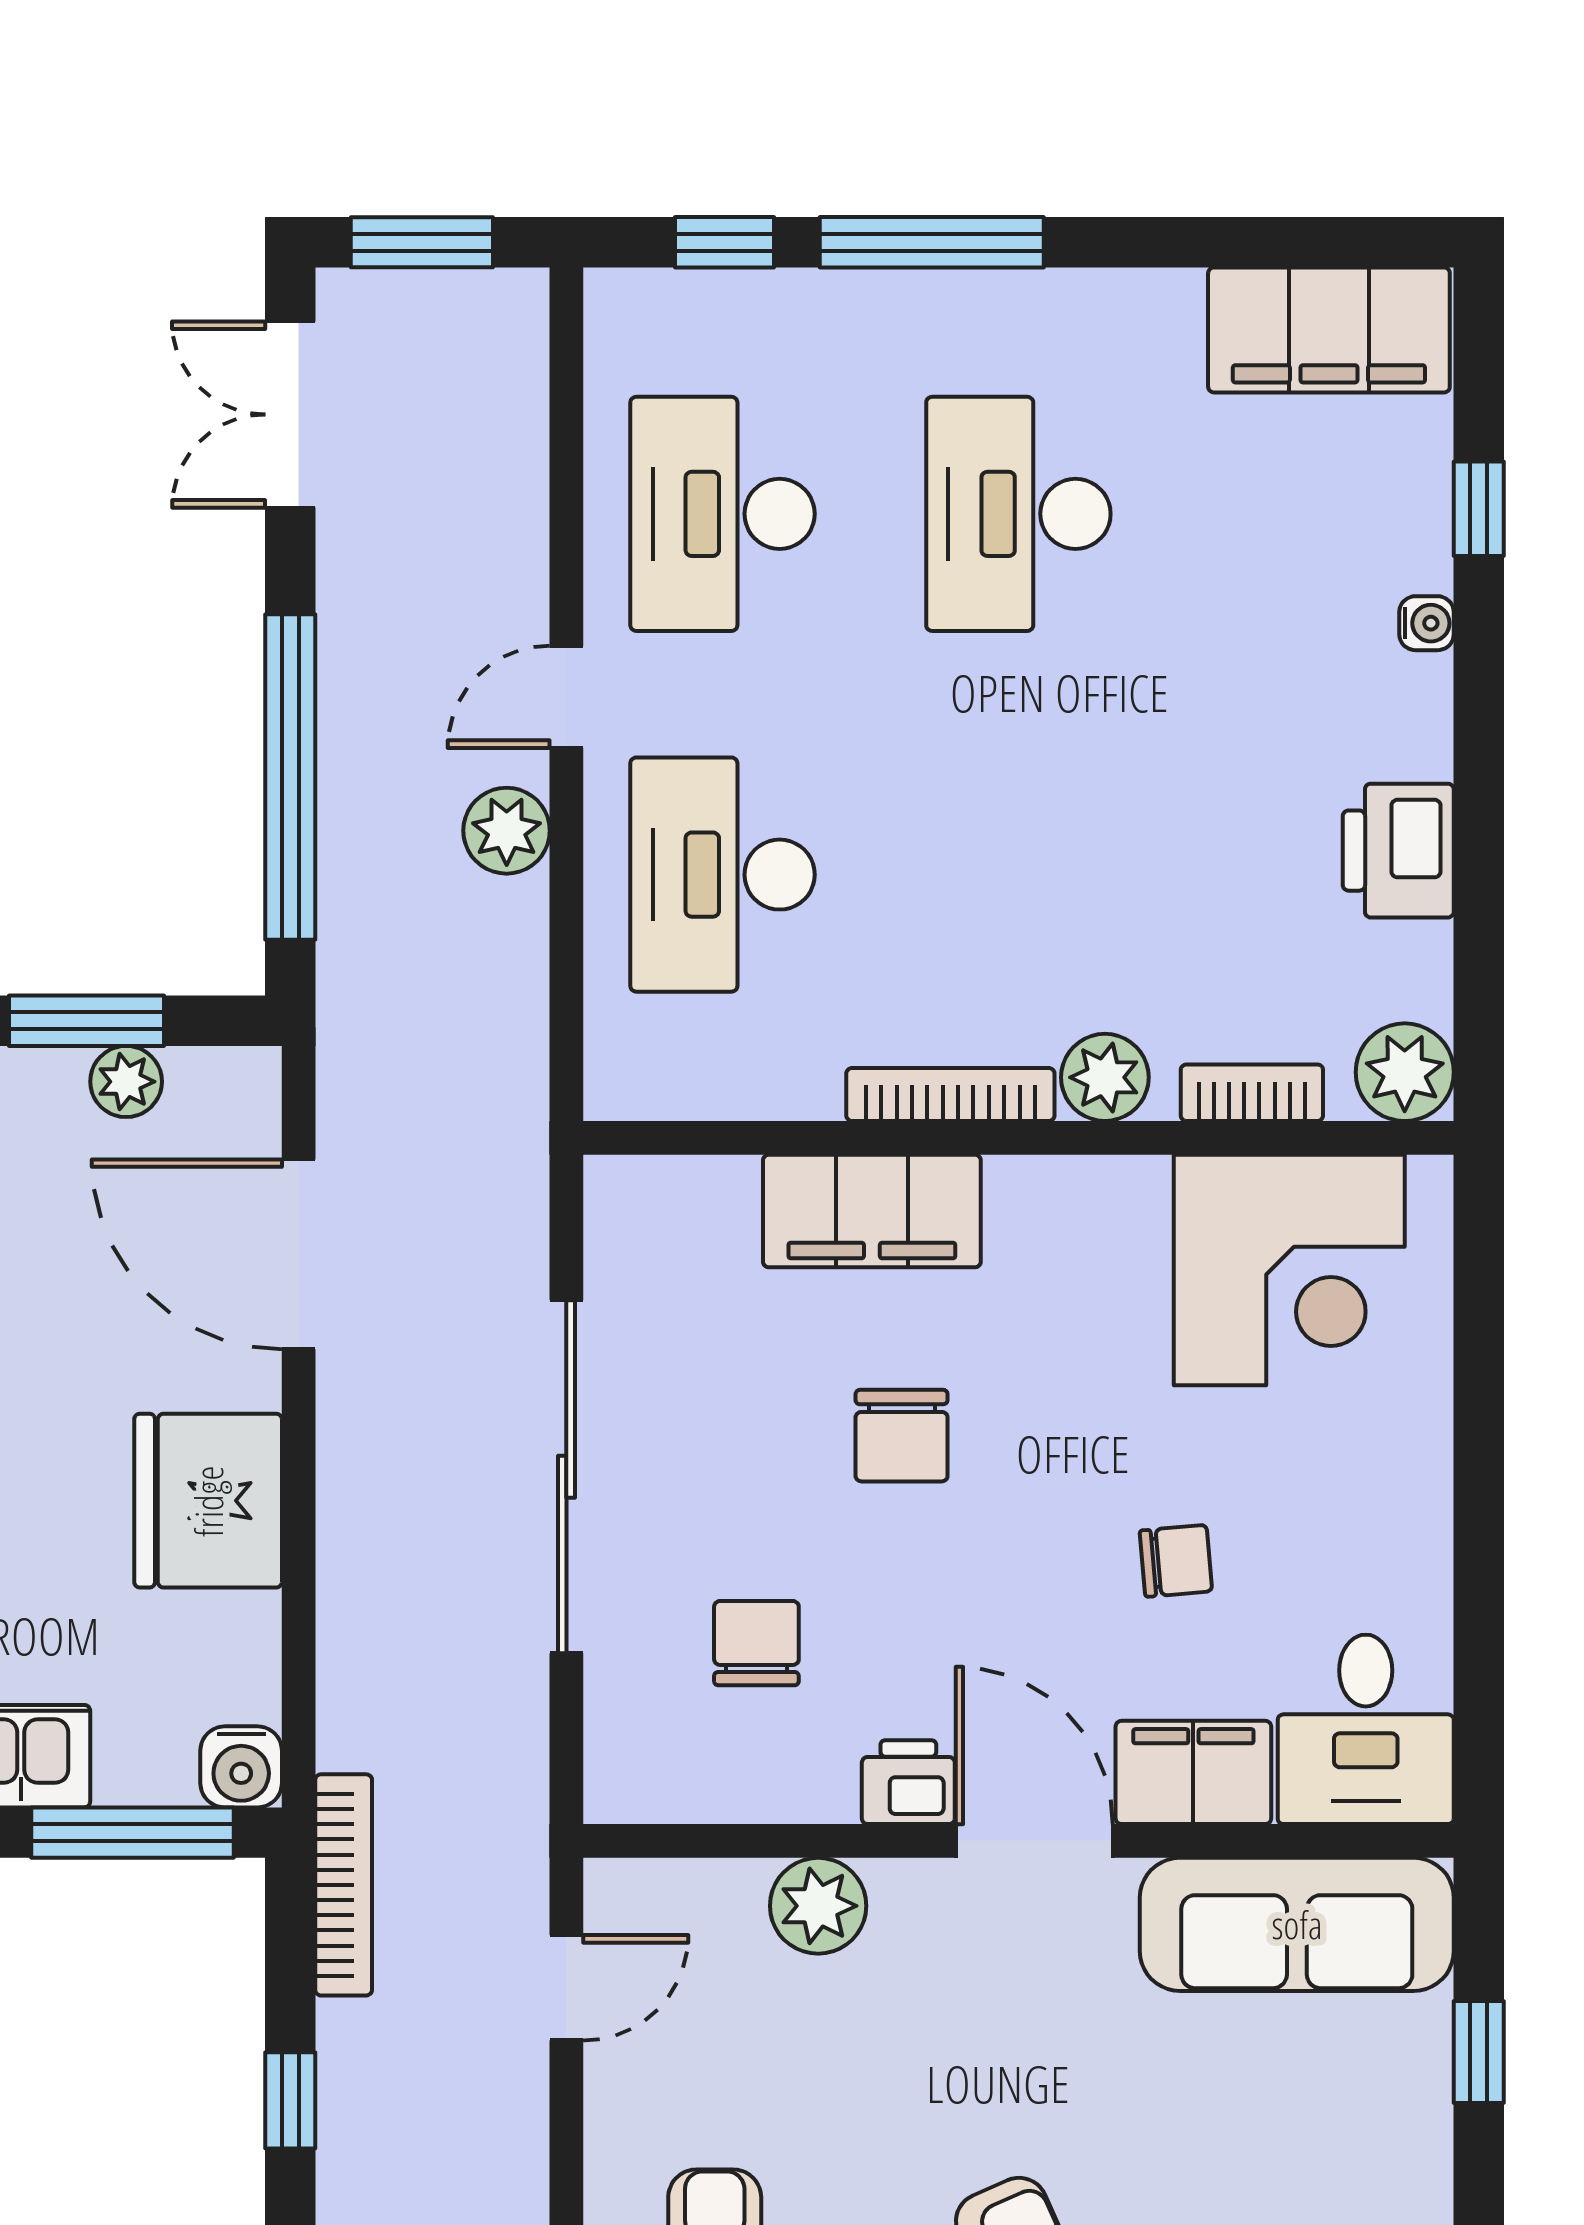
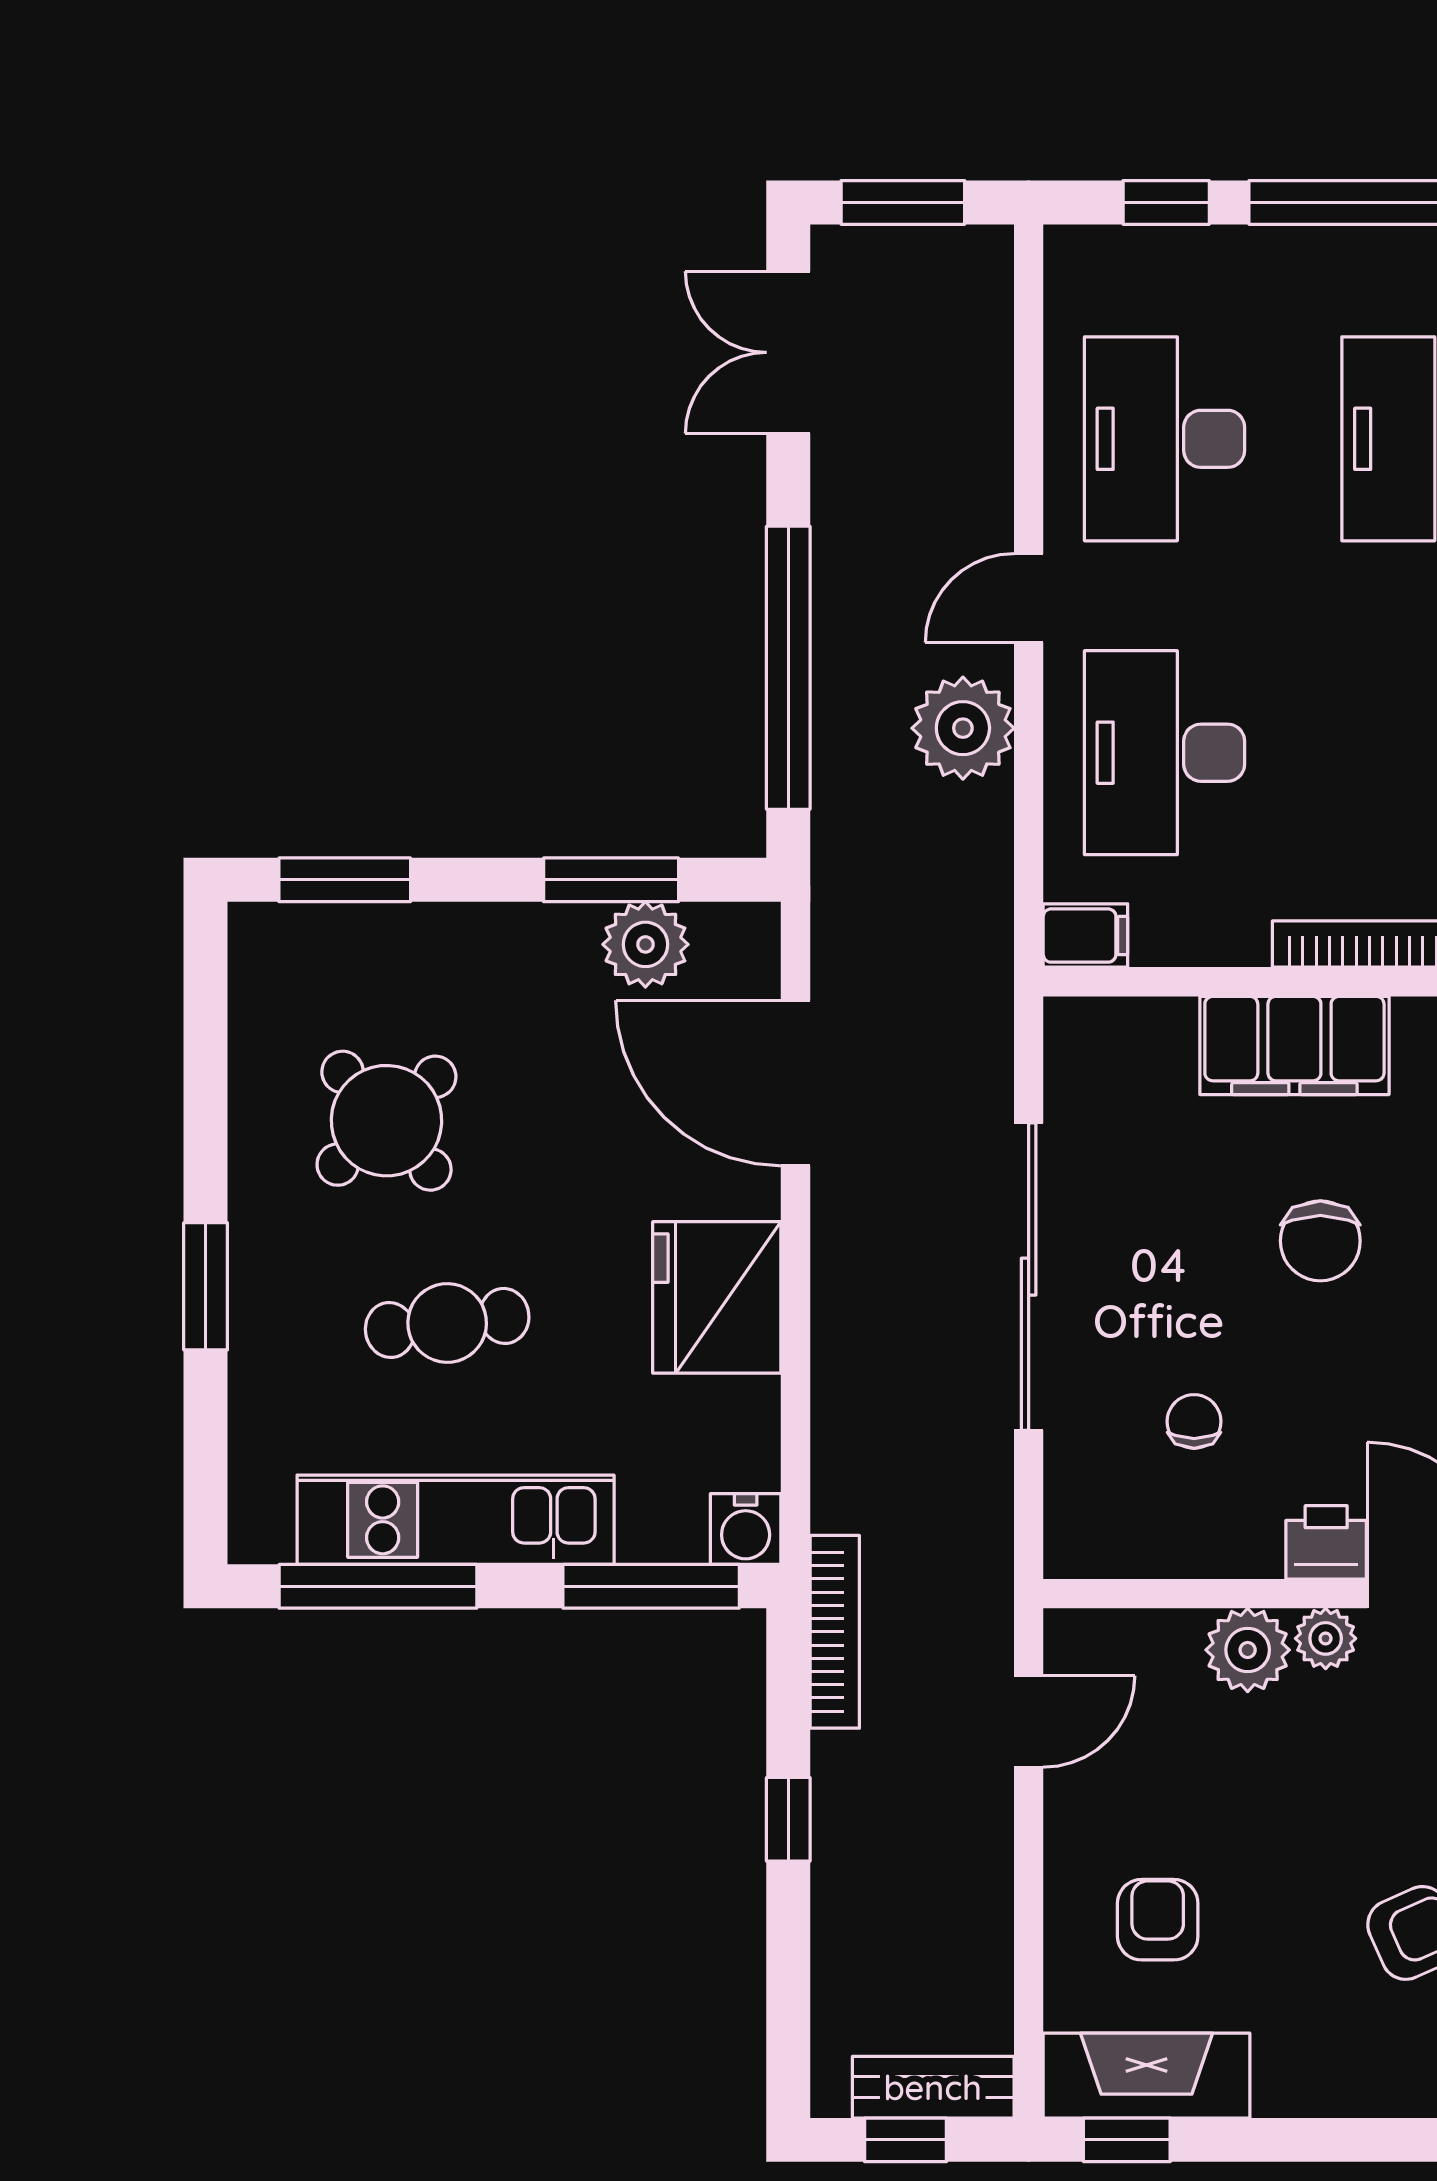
plant: (507, 831) -> (963, 728), width x1.36, depth x1.36
plant: (126, 1082) -> (645, 944), width x1.38, depth x1.38
filing cabinet: (632, 1085) -> (1085, 936), added
chair: (756, 1643) -> (1194, 1421), width x0.73, depth x0.73
plant: (908, 1893) -> (1326, 1638), added

